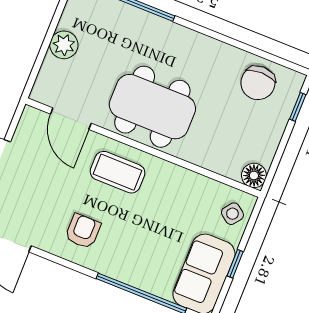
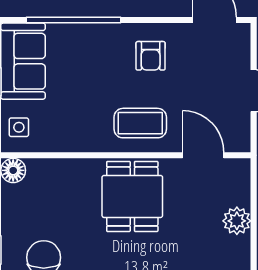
dining table: (152, 107) -> (132, 196), width x0.73
side table: (232, 214) -> (19, 127), turned -37

